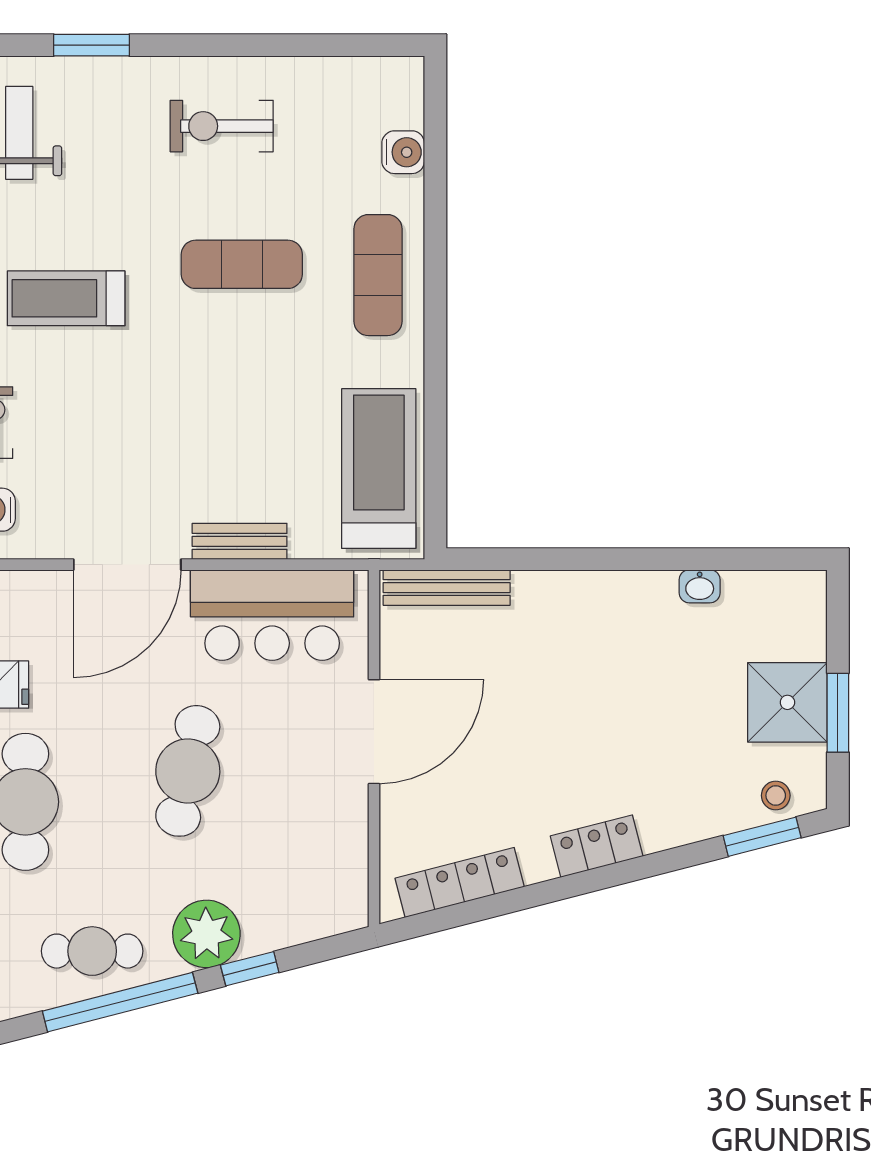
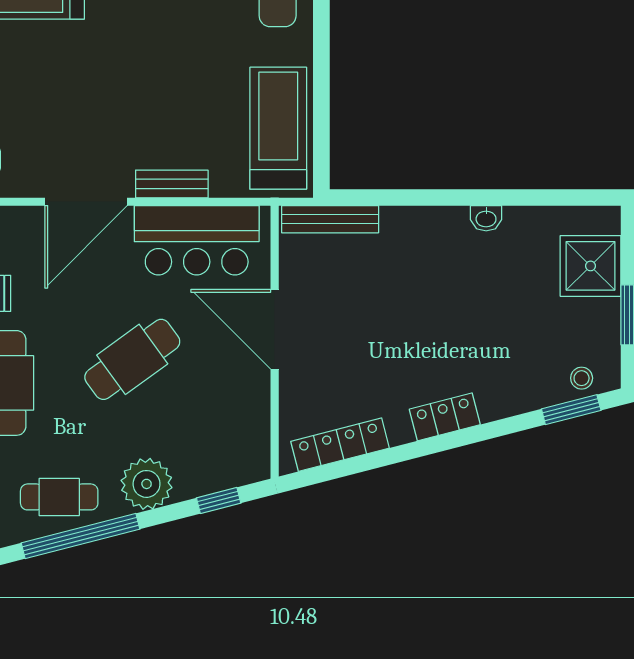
washbasin: (700, 586) -> (486, 218), moved
shower: (787, 702) -> (591, 266), moved
door: (374, 732) -> (275, 329), swing flipped
cafe table: (188, 771) -> (132, 359), turned 42
window: (250, 969) -> (219, 500), moved

